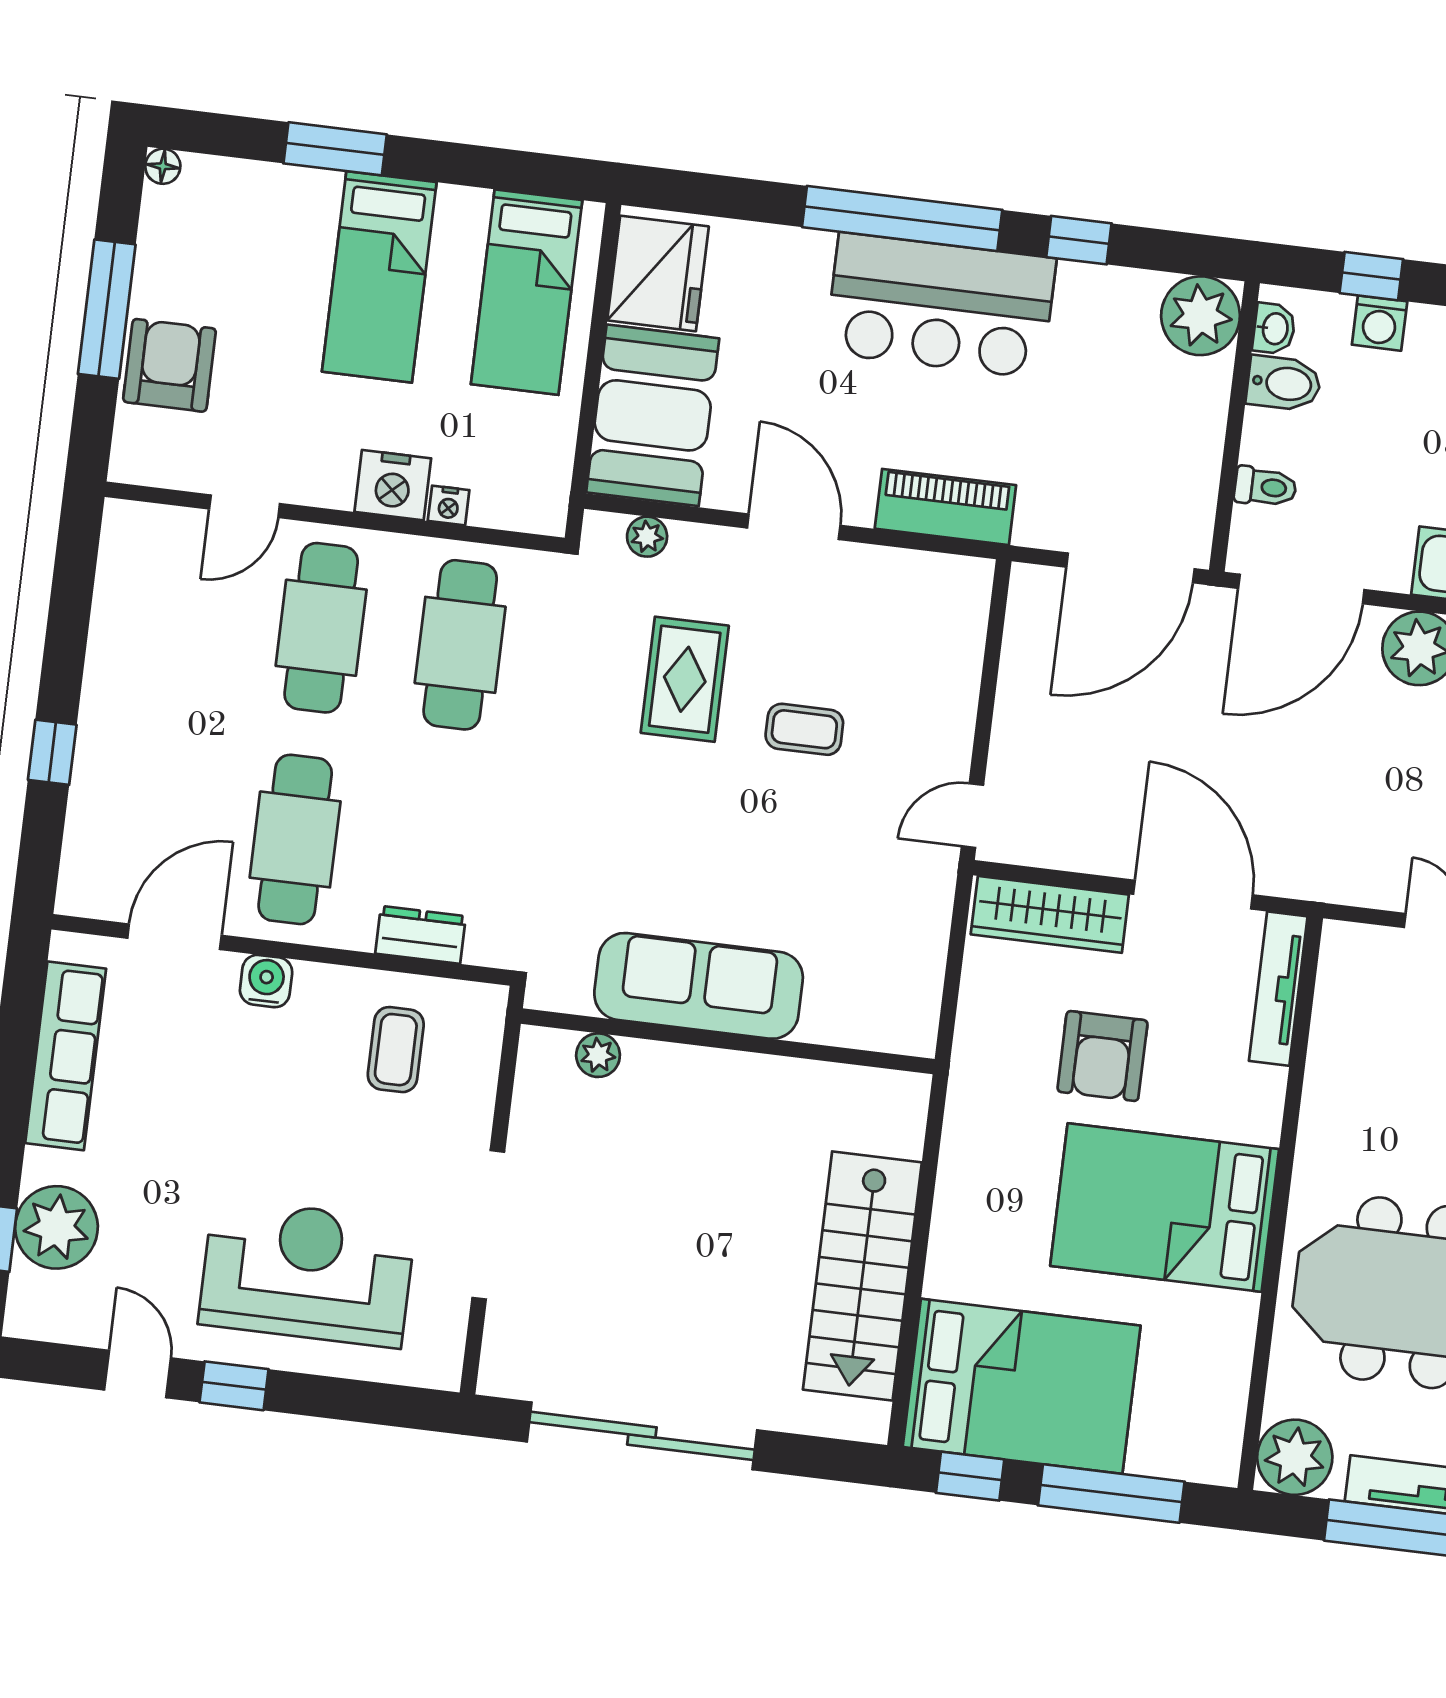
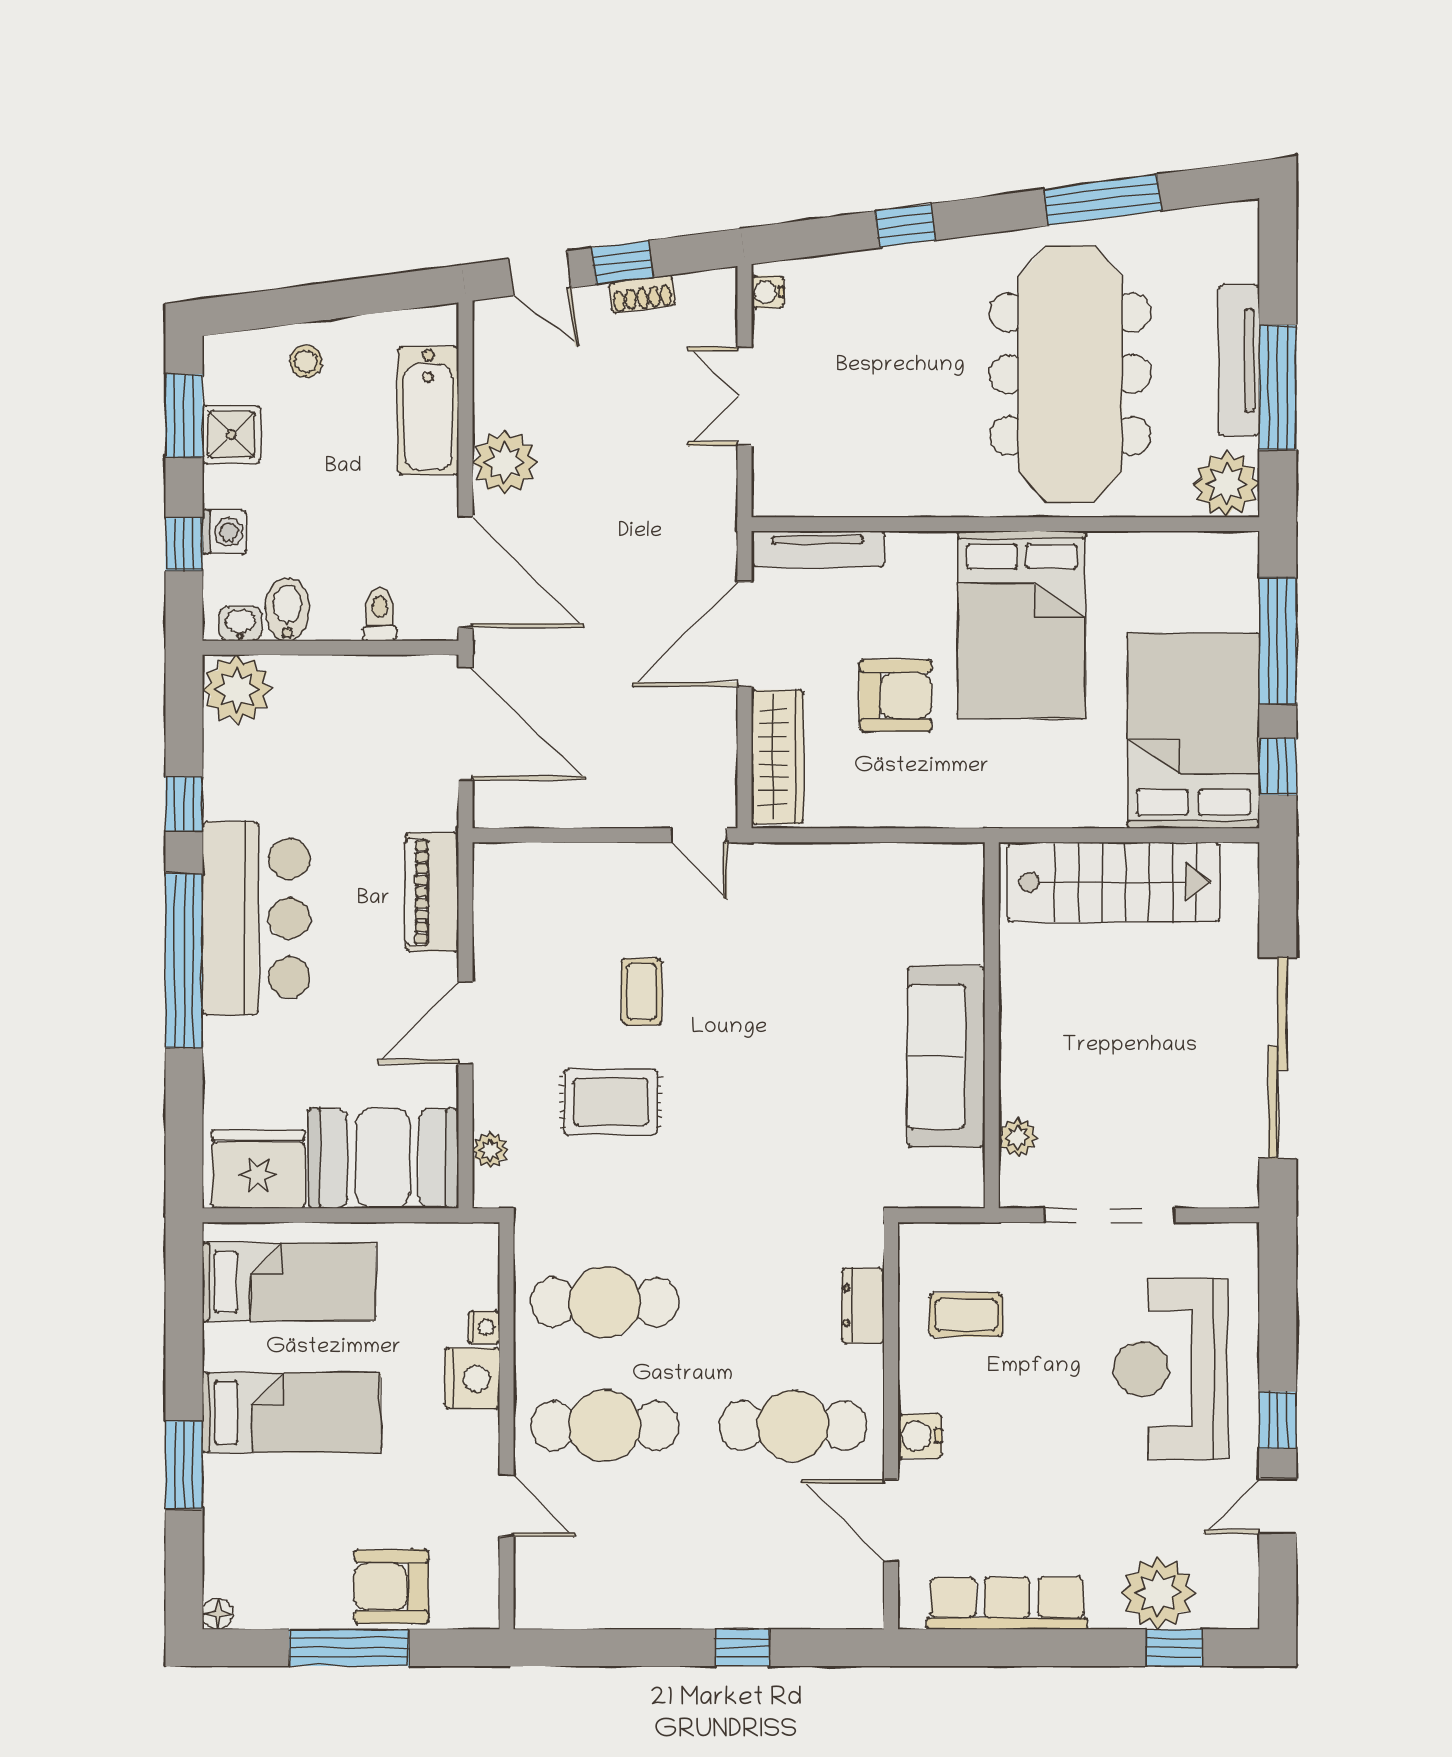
sofa: (699, 986) -> (946, 1057), moved
wall: (728, 1041) -> (992, 1025), moved
plant: (598, 1055) -> (1018, 1137), moved

